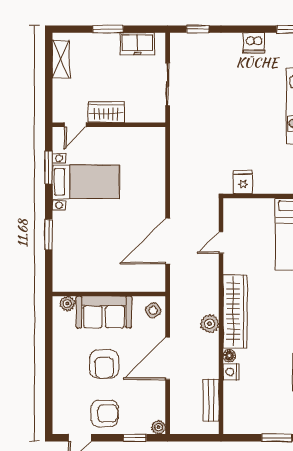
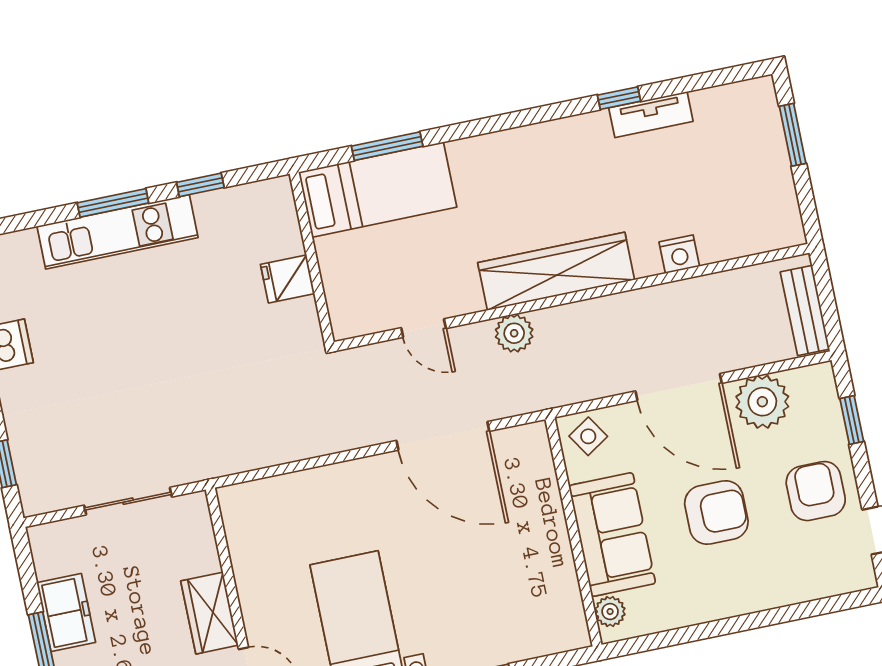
freezer: (137, 44) -> (66, 613), moved
fridge: (243, 182) -> (287, 279), moved
plant: (210, 324) -> (514, 333), moved
floor lamp: (229, 356) -> (647, 264), removed
bench: (211, 400) -> (805, 310), moved, turned 90
plant: (159, 427) -> (762, 402), moved, width x1.88, depth x1.88

